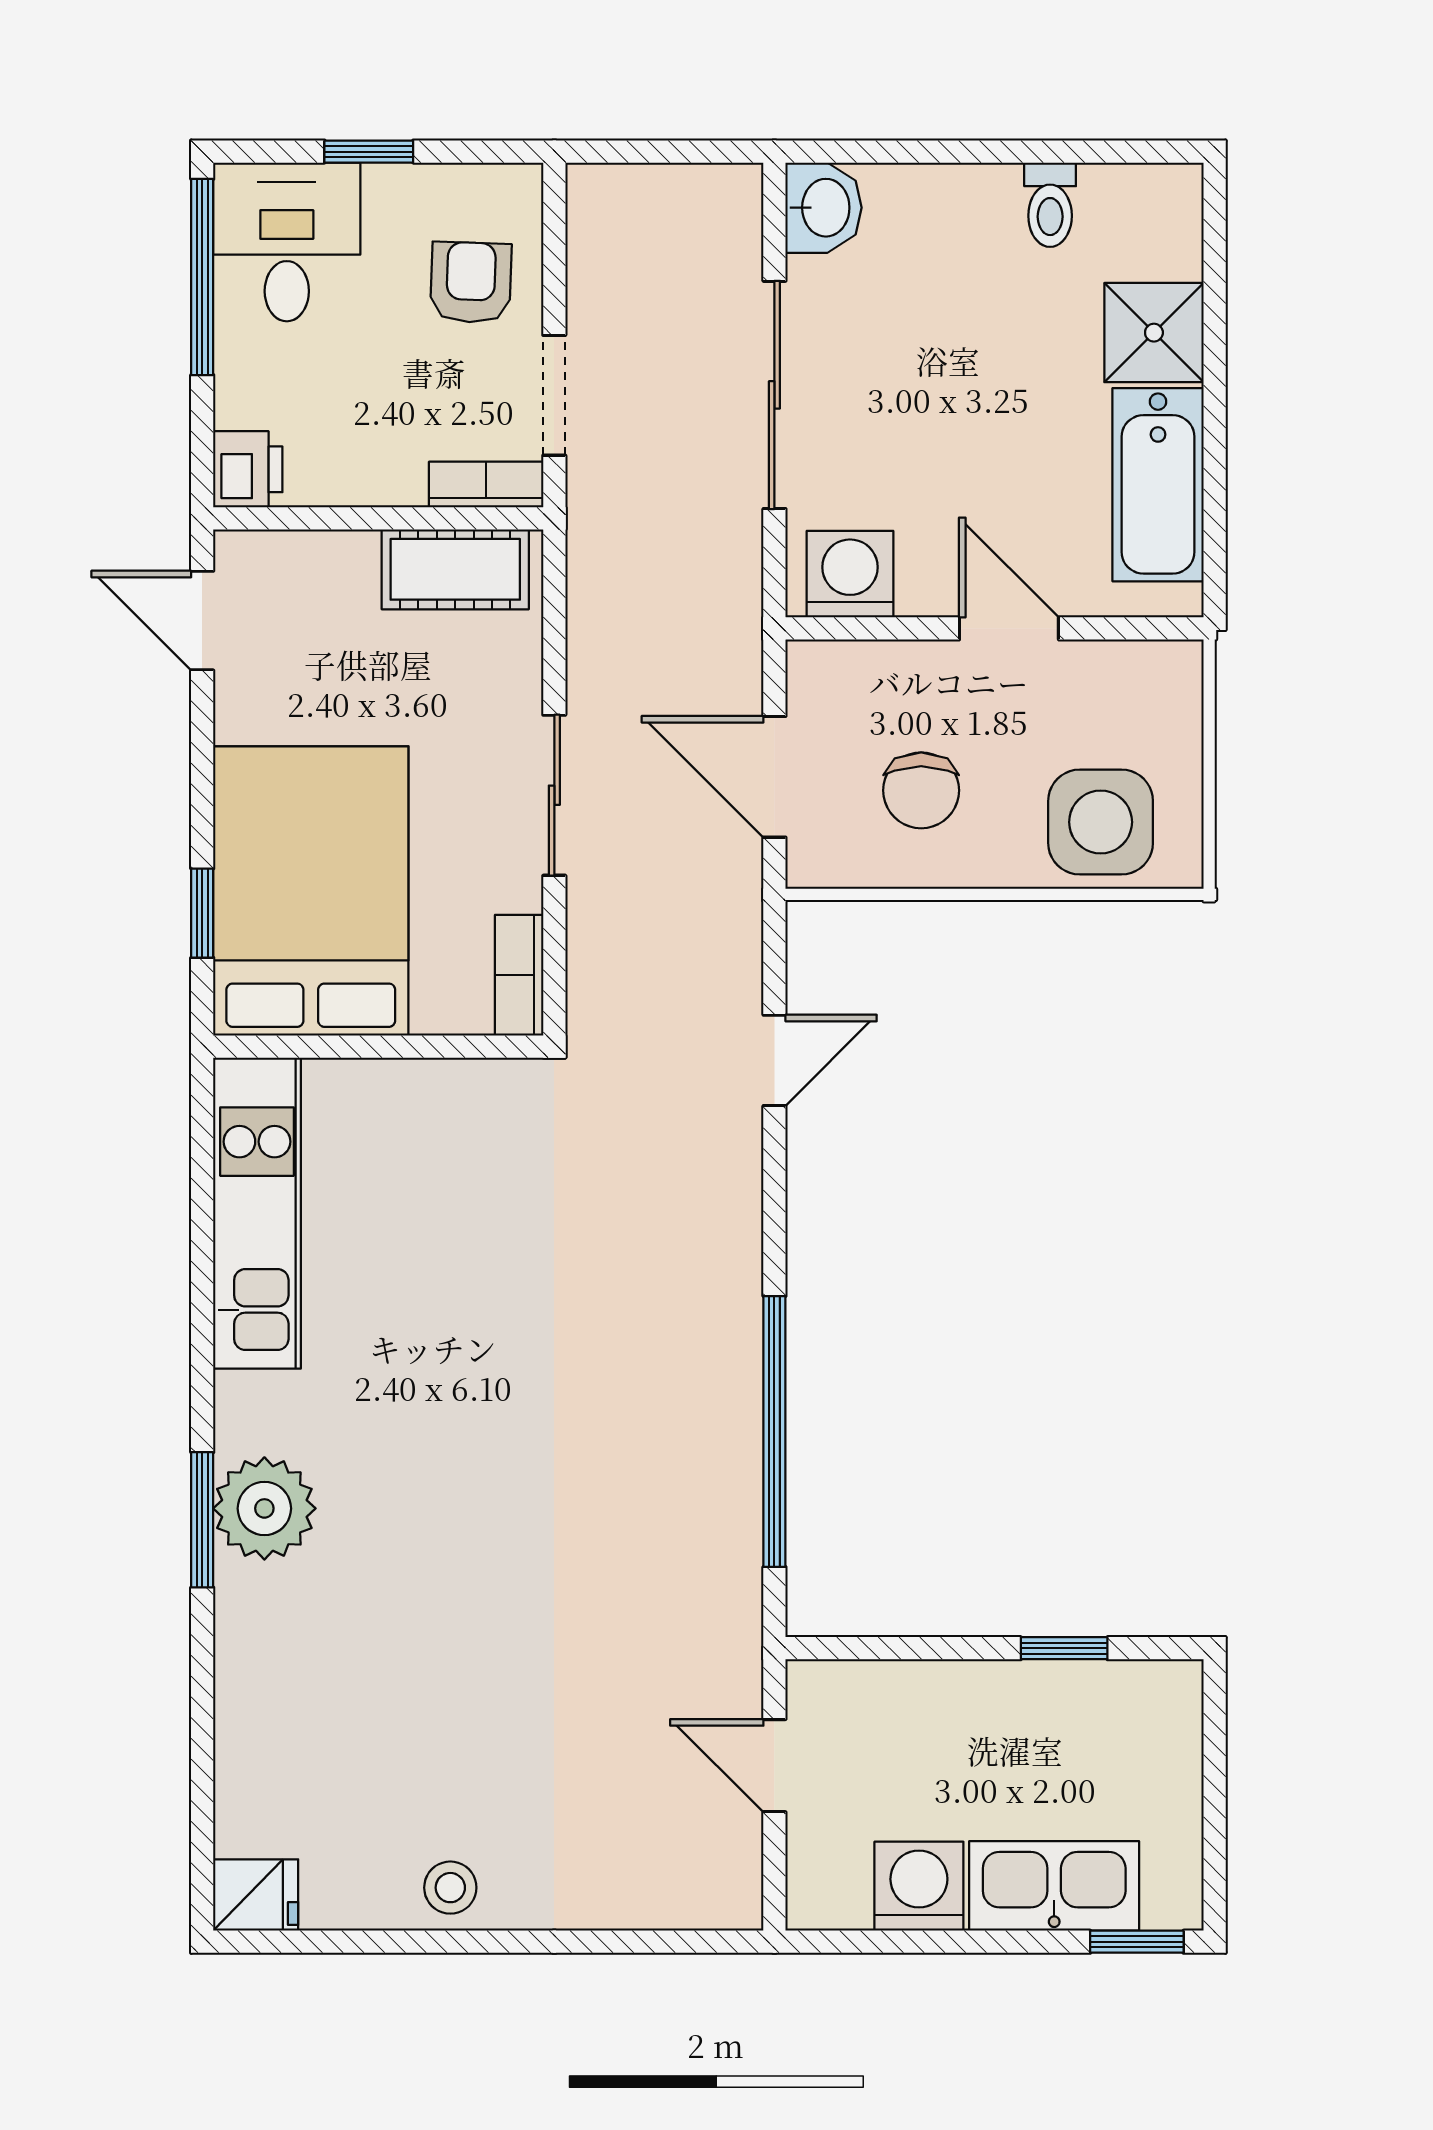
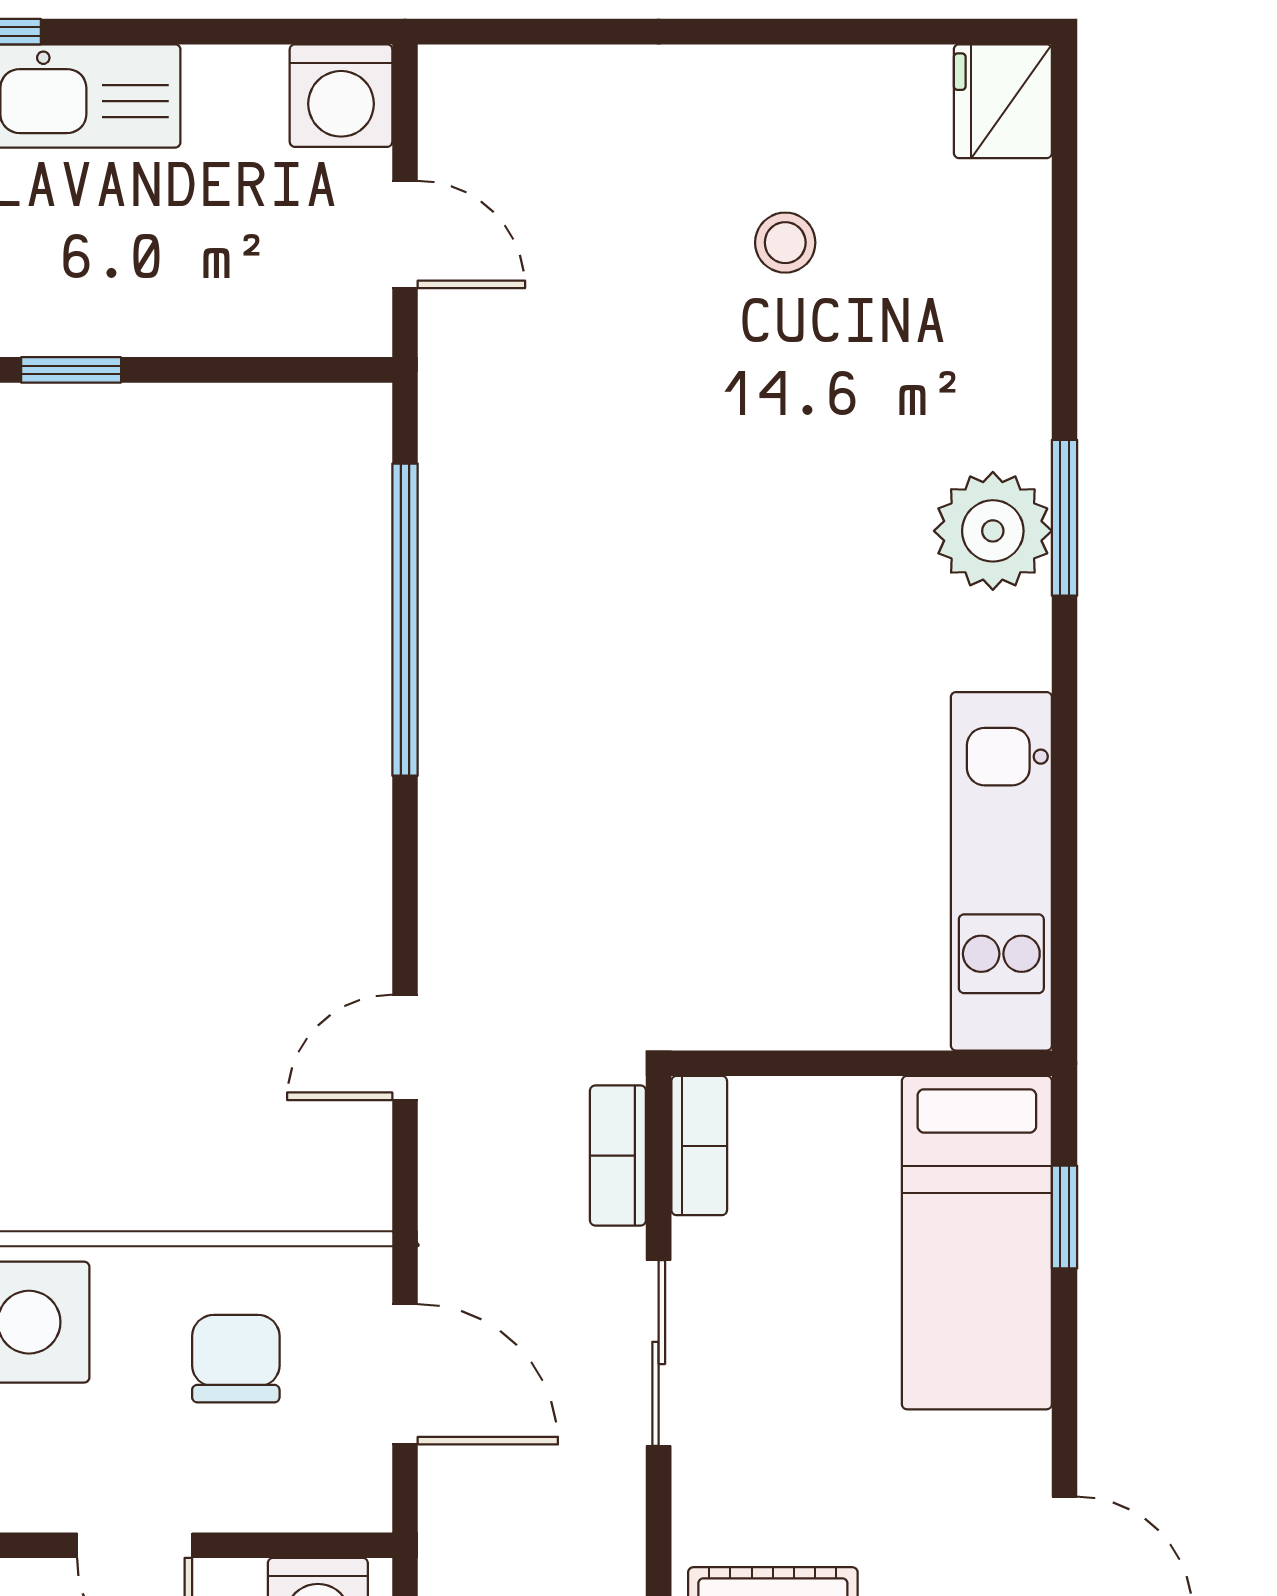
bed: (311, 891) -> (977, 1243), width x0.67
bookcase: (590, 967) -> (618, 1156), added
washing machine: (919, 1886) -> (341, 96), moved
stool: (450, 1888) -> (785, 243), moved
fridge: (256, 1895) -> (1003, 101), width x1.38

